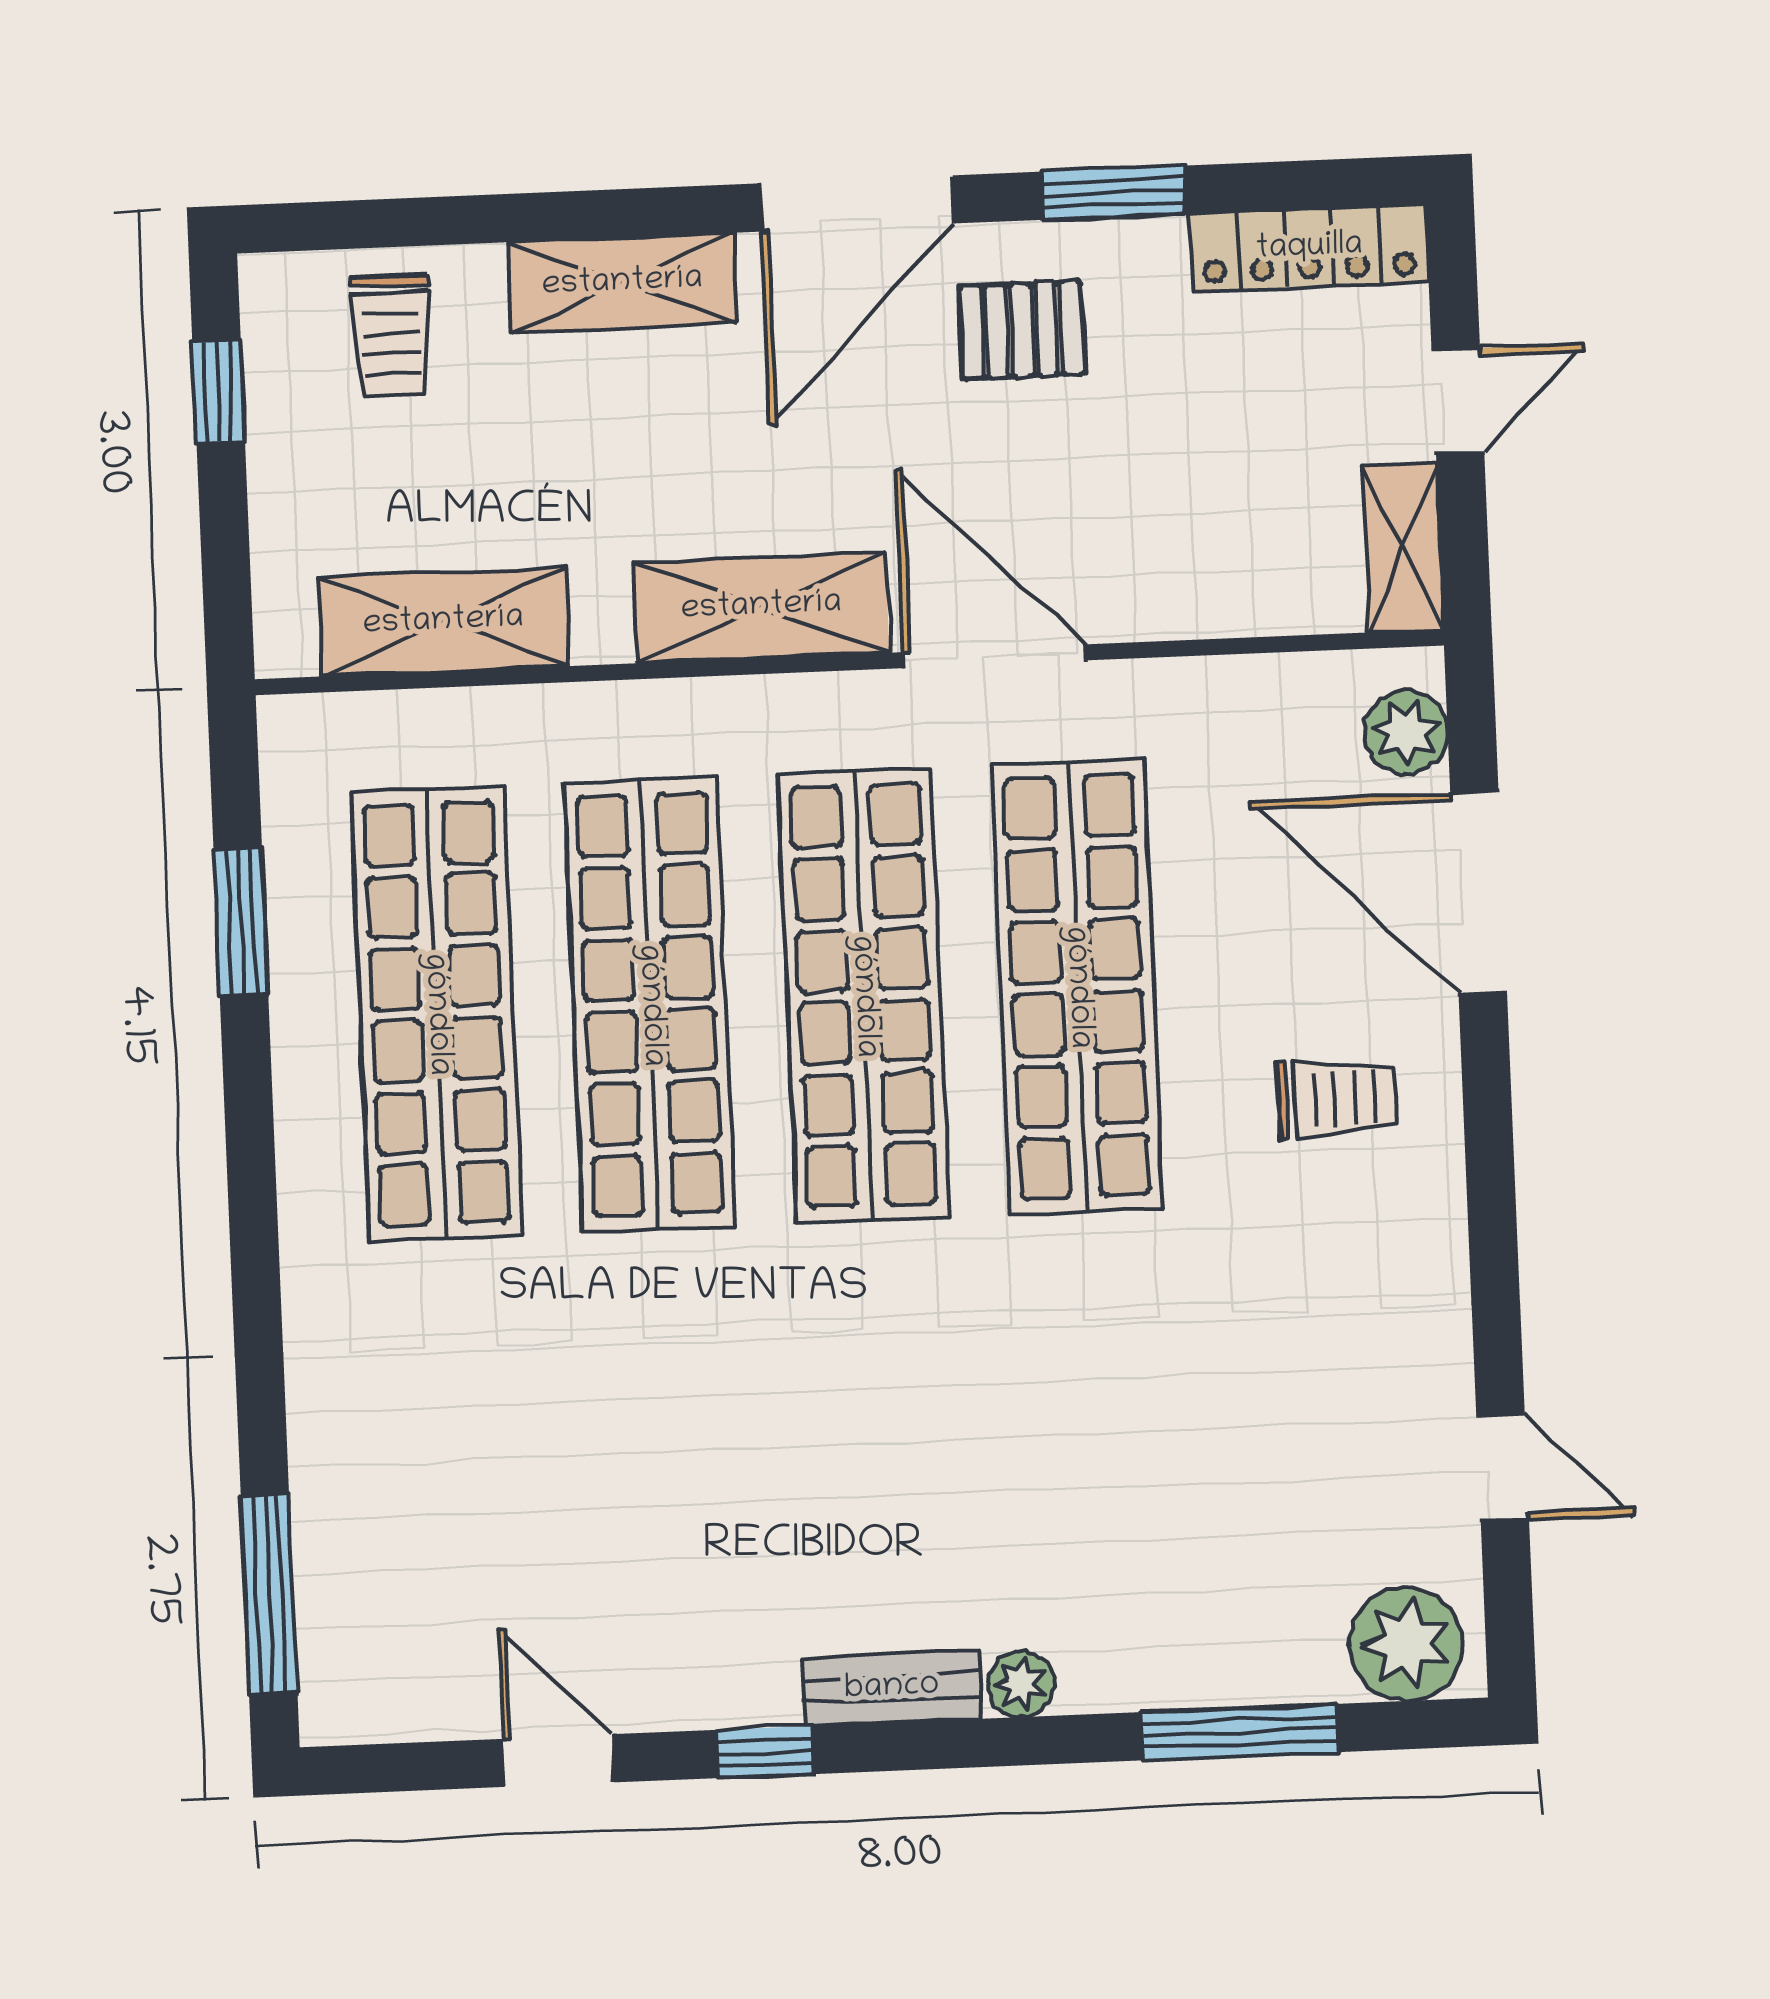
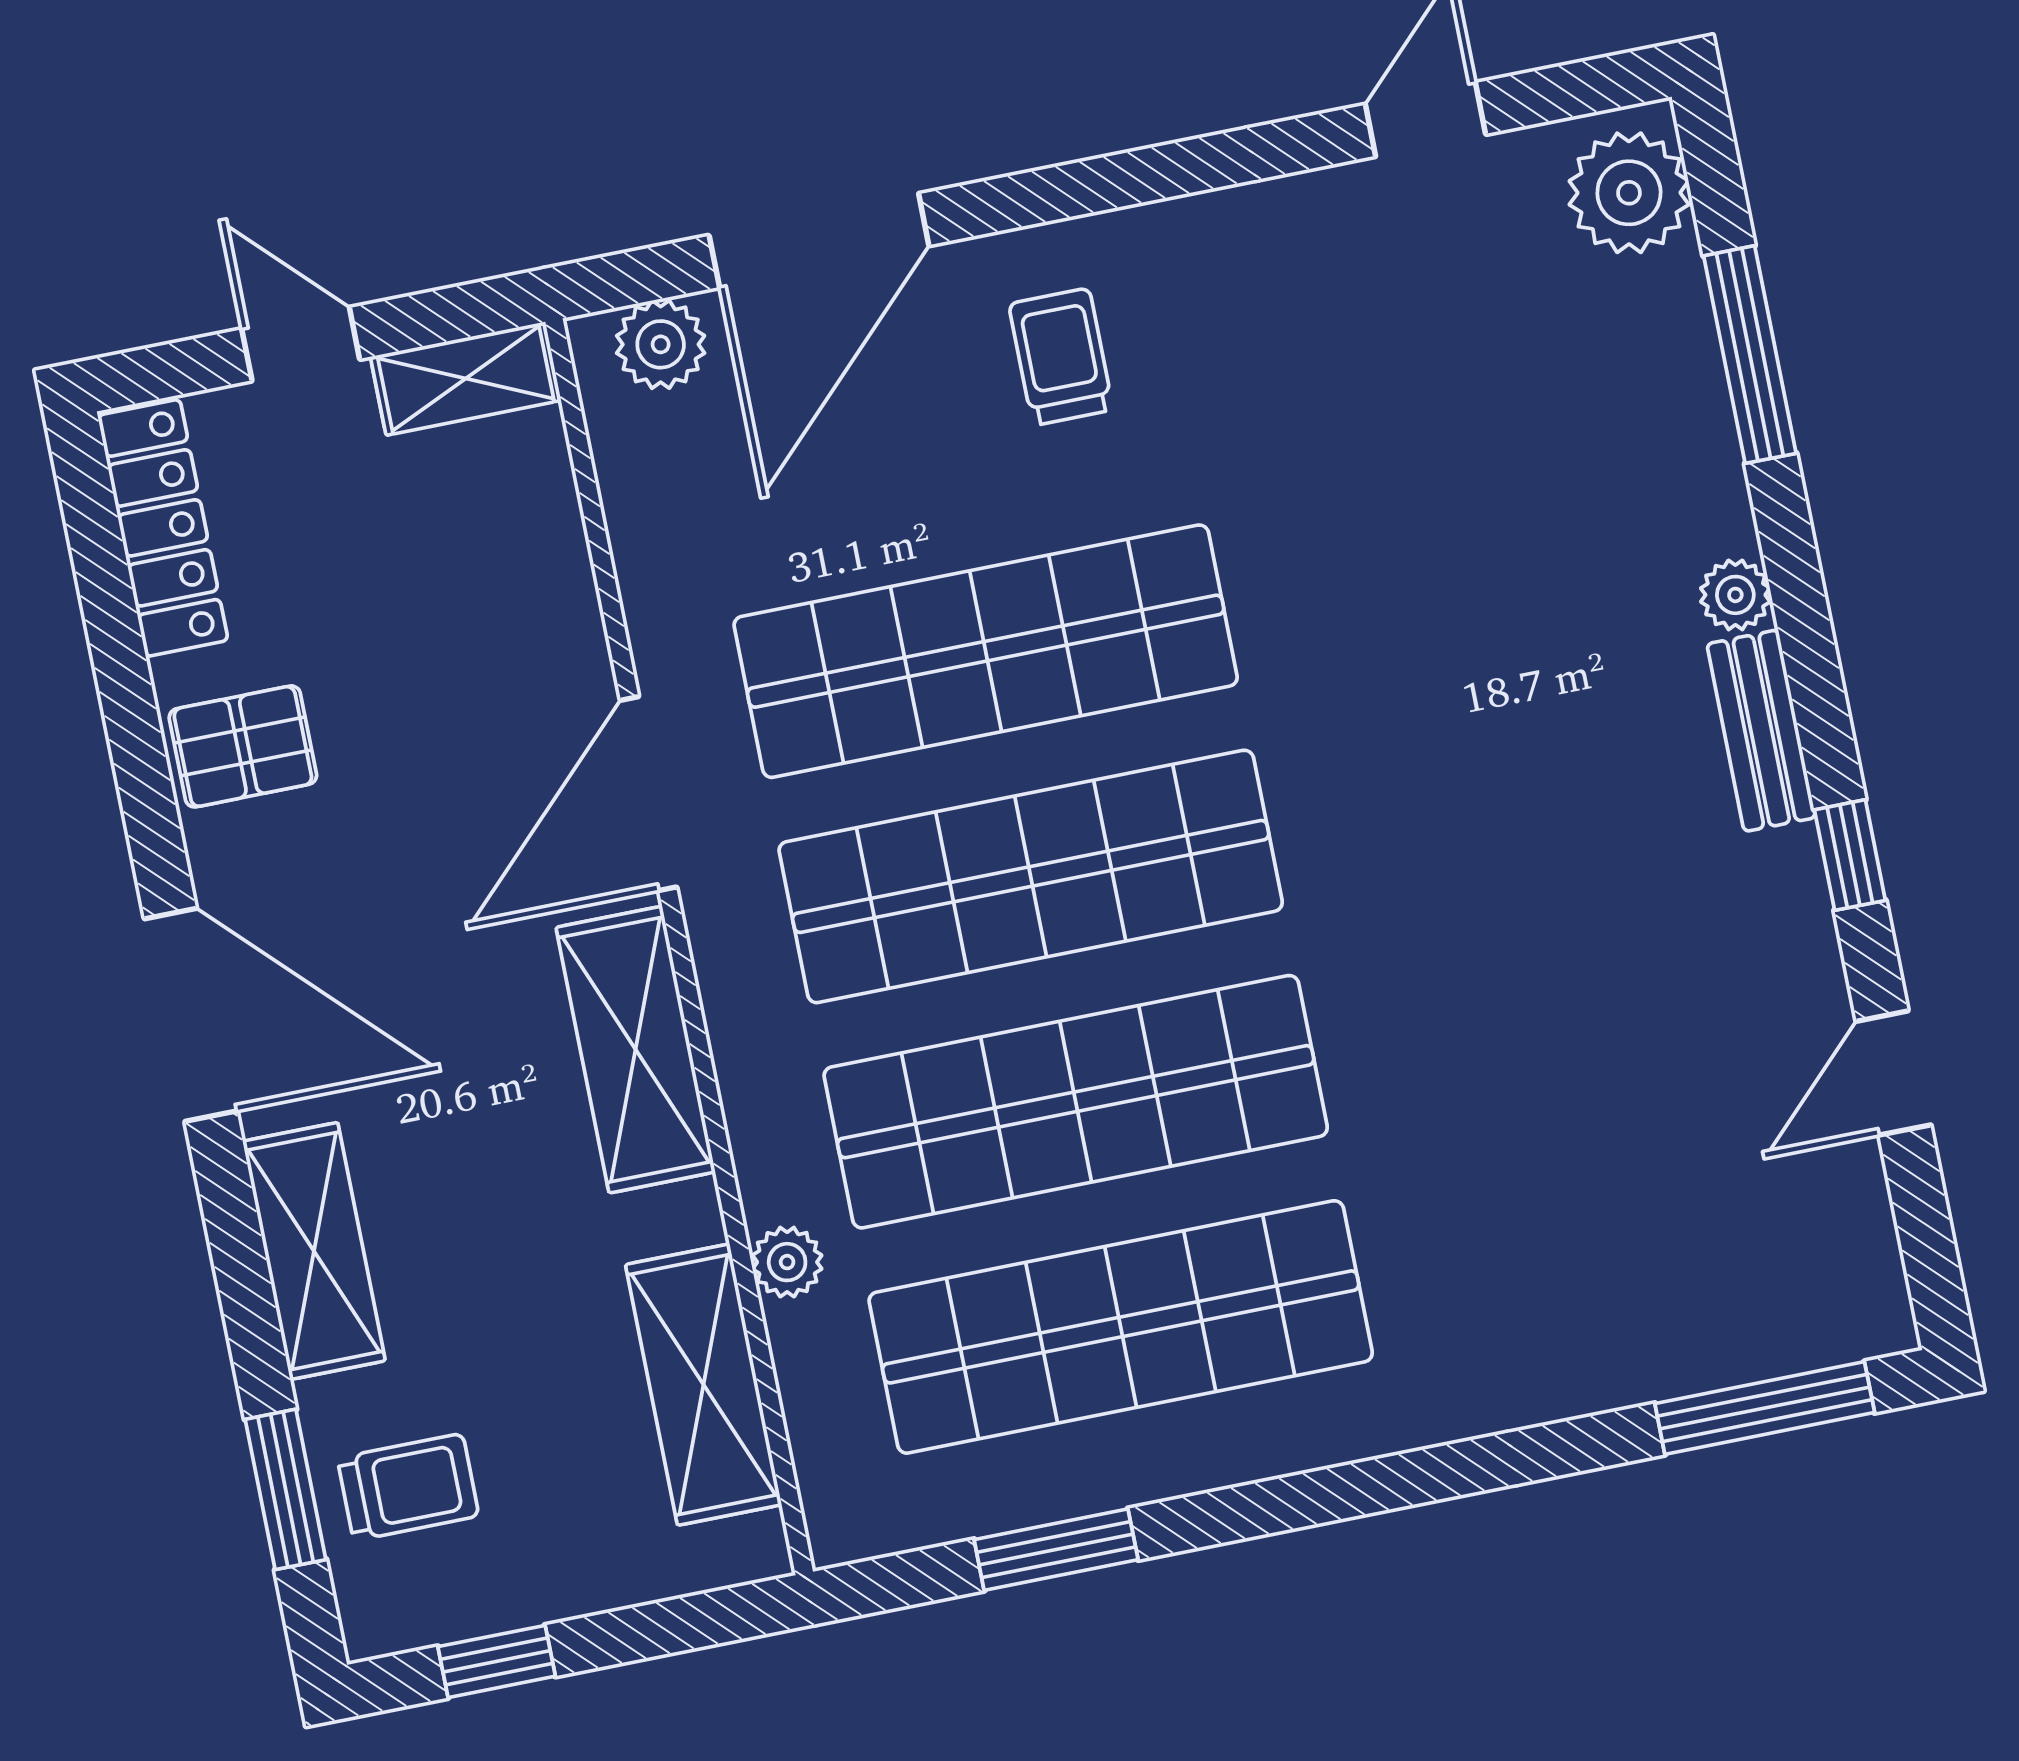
window: (1113, 193) -> (286, 1489), moved
pallet: (1022, 330) -> (243, 746), moved, turned 90
plant: (544, 716) -> (787, 1262), added

